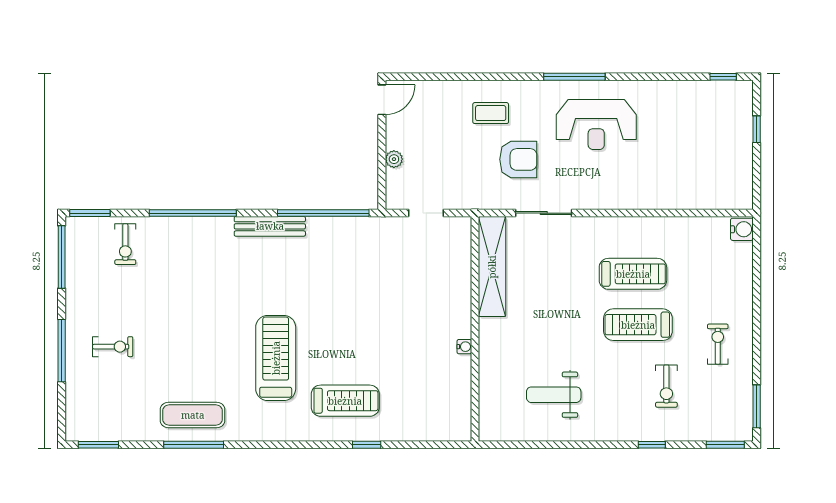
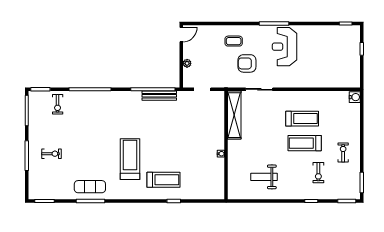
reception desk: (596, 125) -> (285, 47), turned 90
armchair: (518, 159) -> (247, 63), turned 180
bench: (270, 226) -> (159, 96), moved

